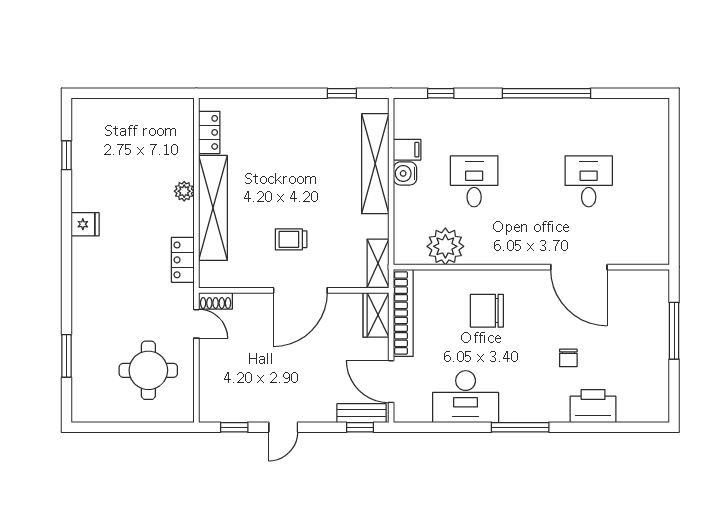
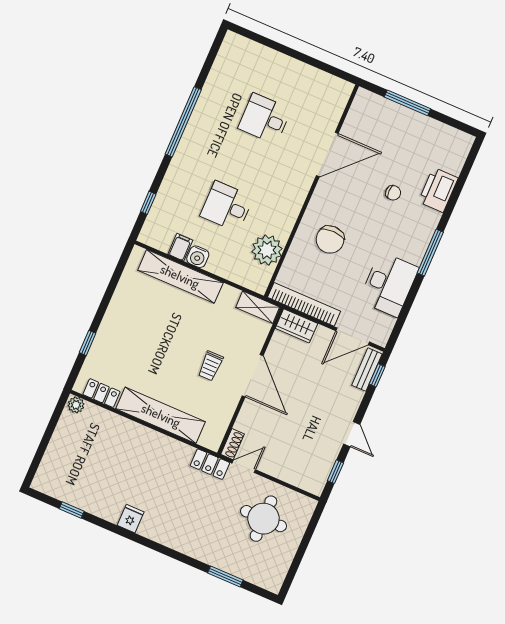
window: (342, 93) -> (88, 343), moved
plant: (184, 191) -> (76, 405), moved
locker: (183, 260) -> (210, 464), moved

